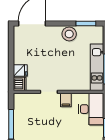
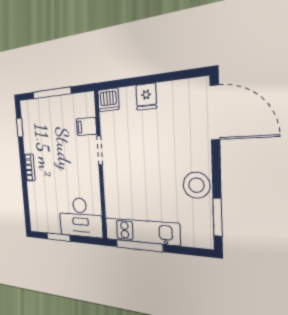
fridge: (20, 71) -> (146, 97), moved
filing cabinet: (66, 100) -> (86, 127), moved

